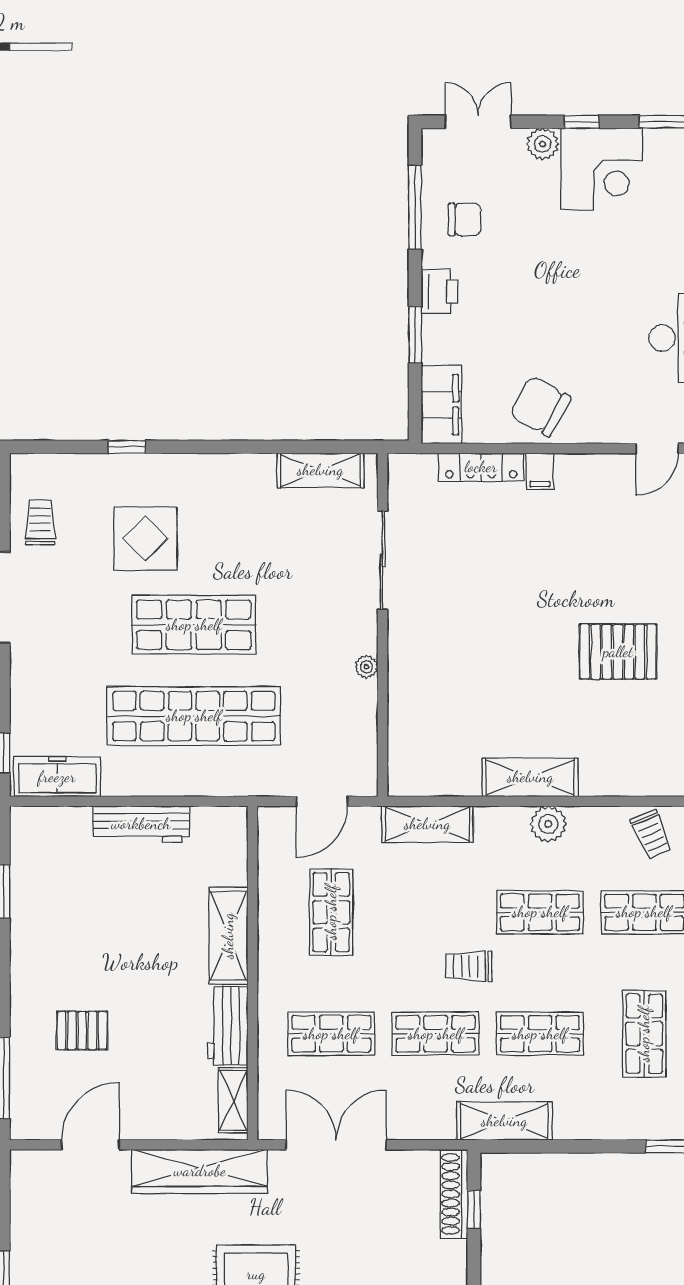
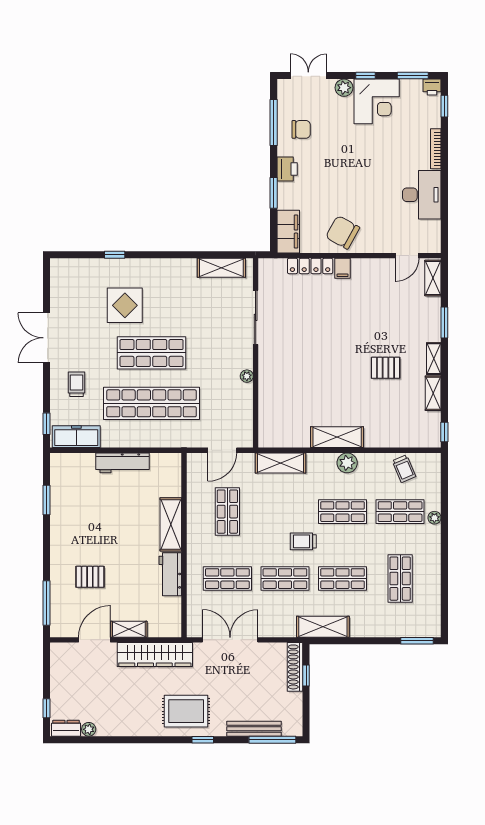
trolley: (40, 522) -> (76, 384), moved
pallet: (618, 652) -> (386, 368), width x0.67, depth x0.71
shelving: (233, 1100) -> (129, 629), moved, turned 90

